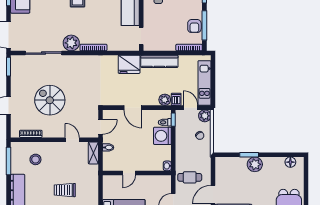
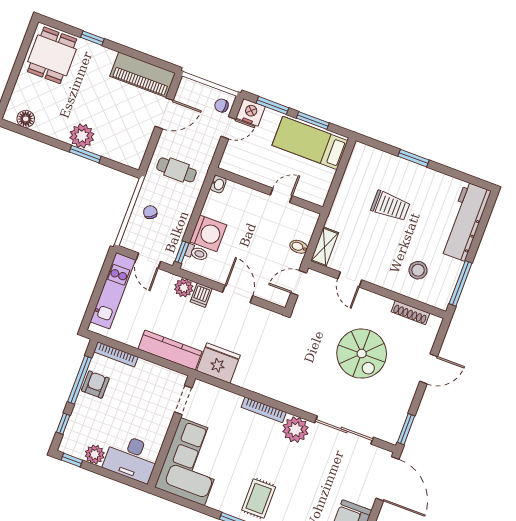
dishwasher: (176, 99) -> (201, 295), moved
plant: (205, 116) -> (131, 240), removed
cafe table: (190, 177) -> (177, 170), moved

